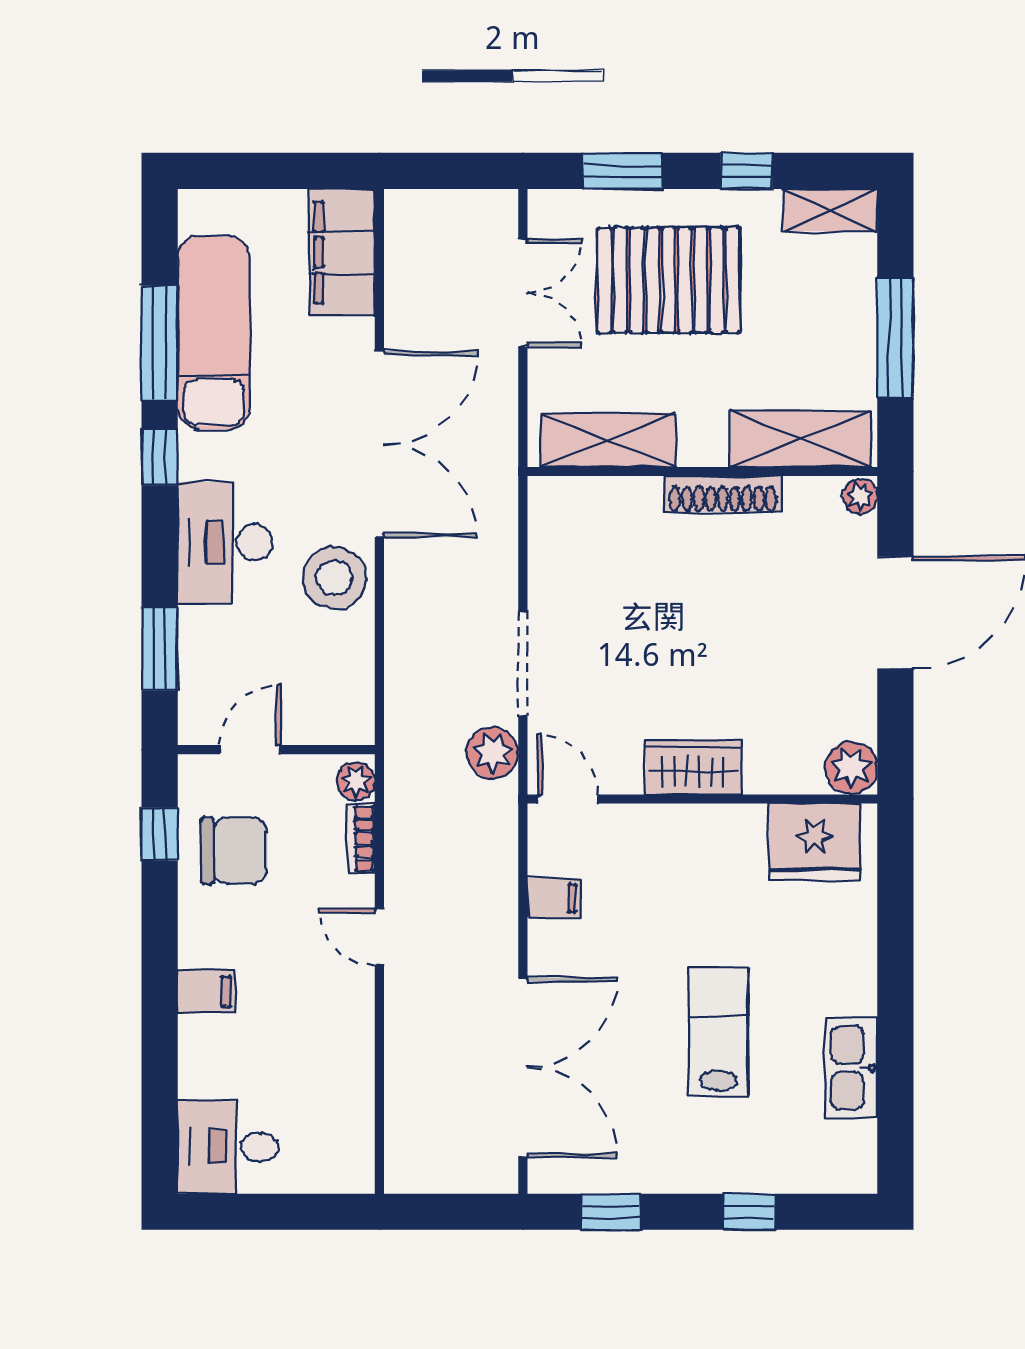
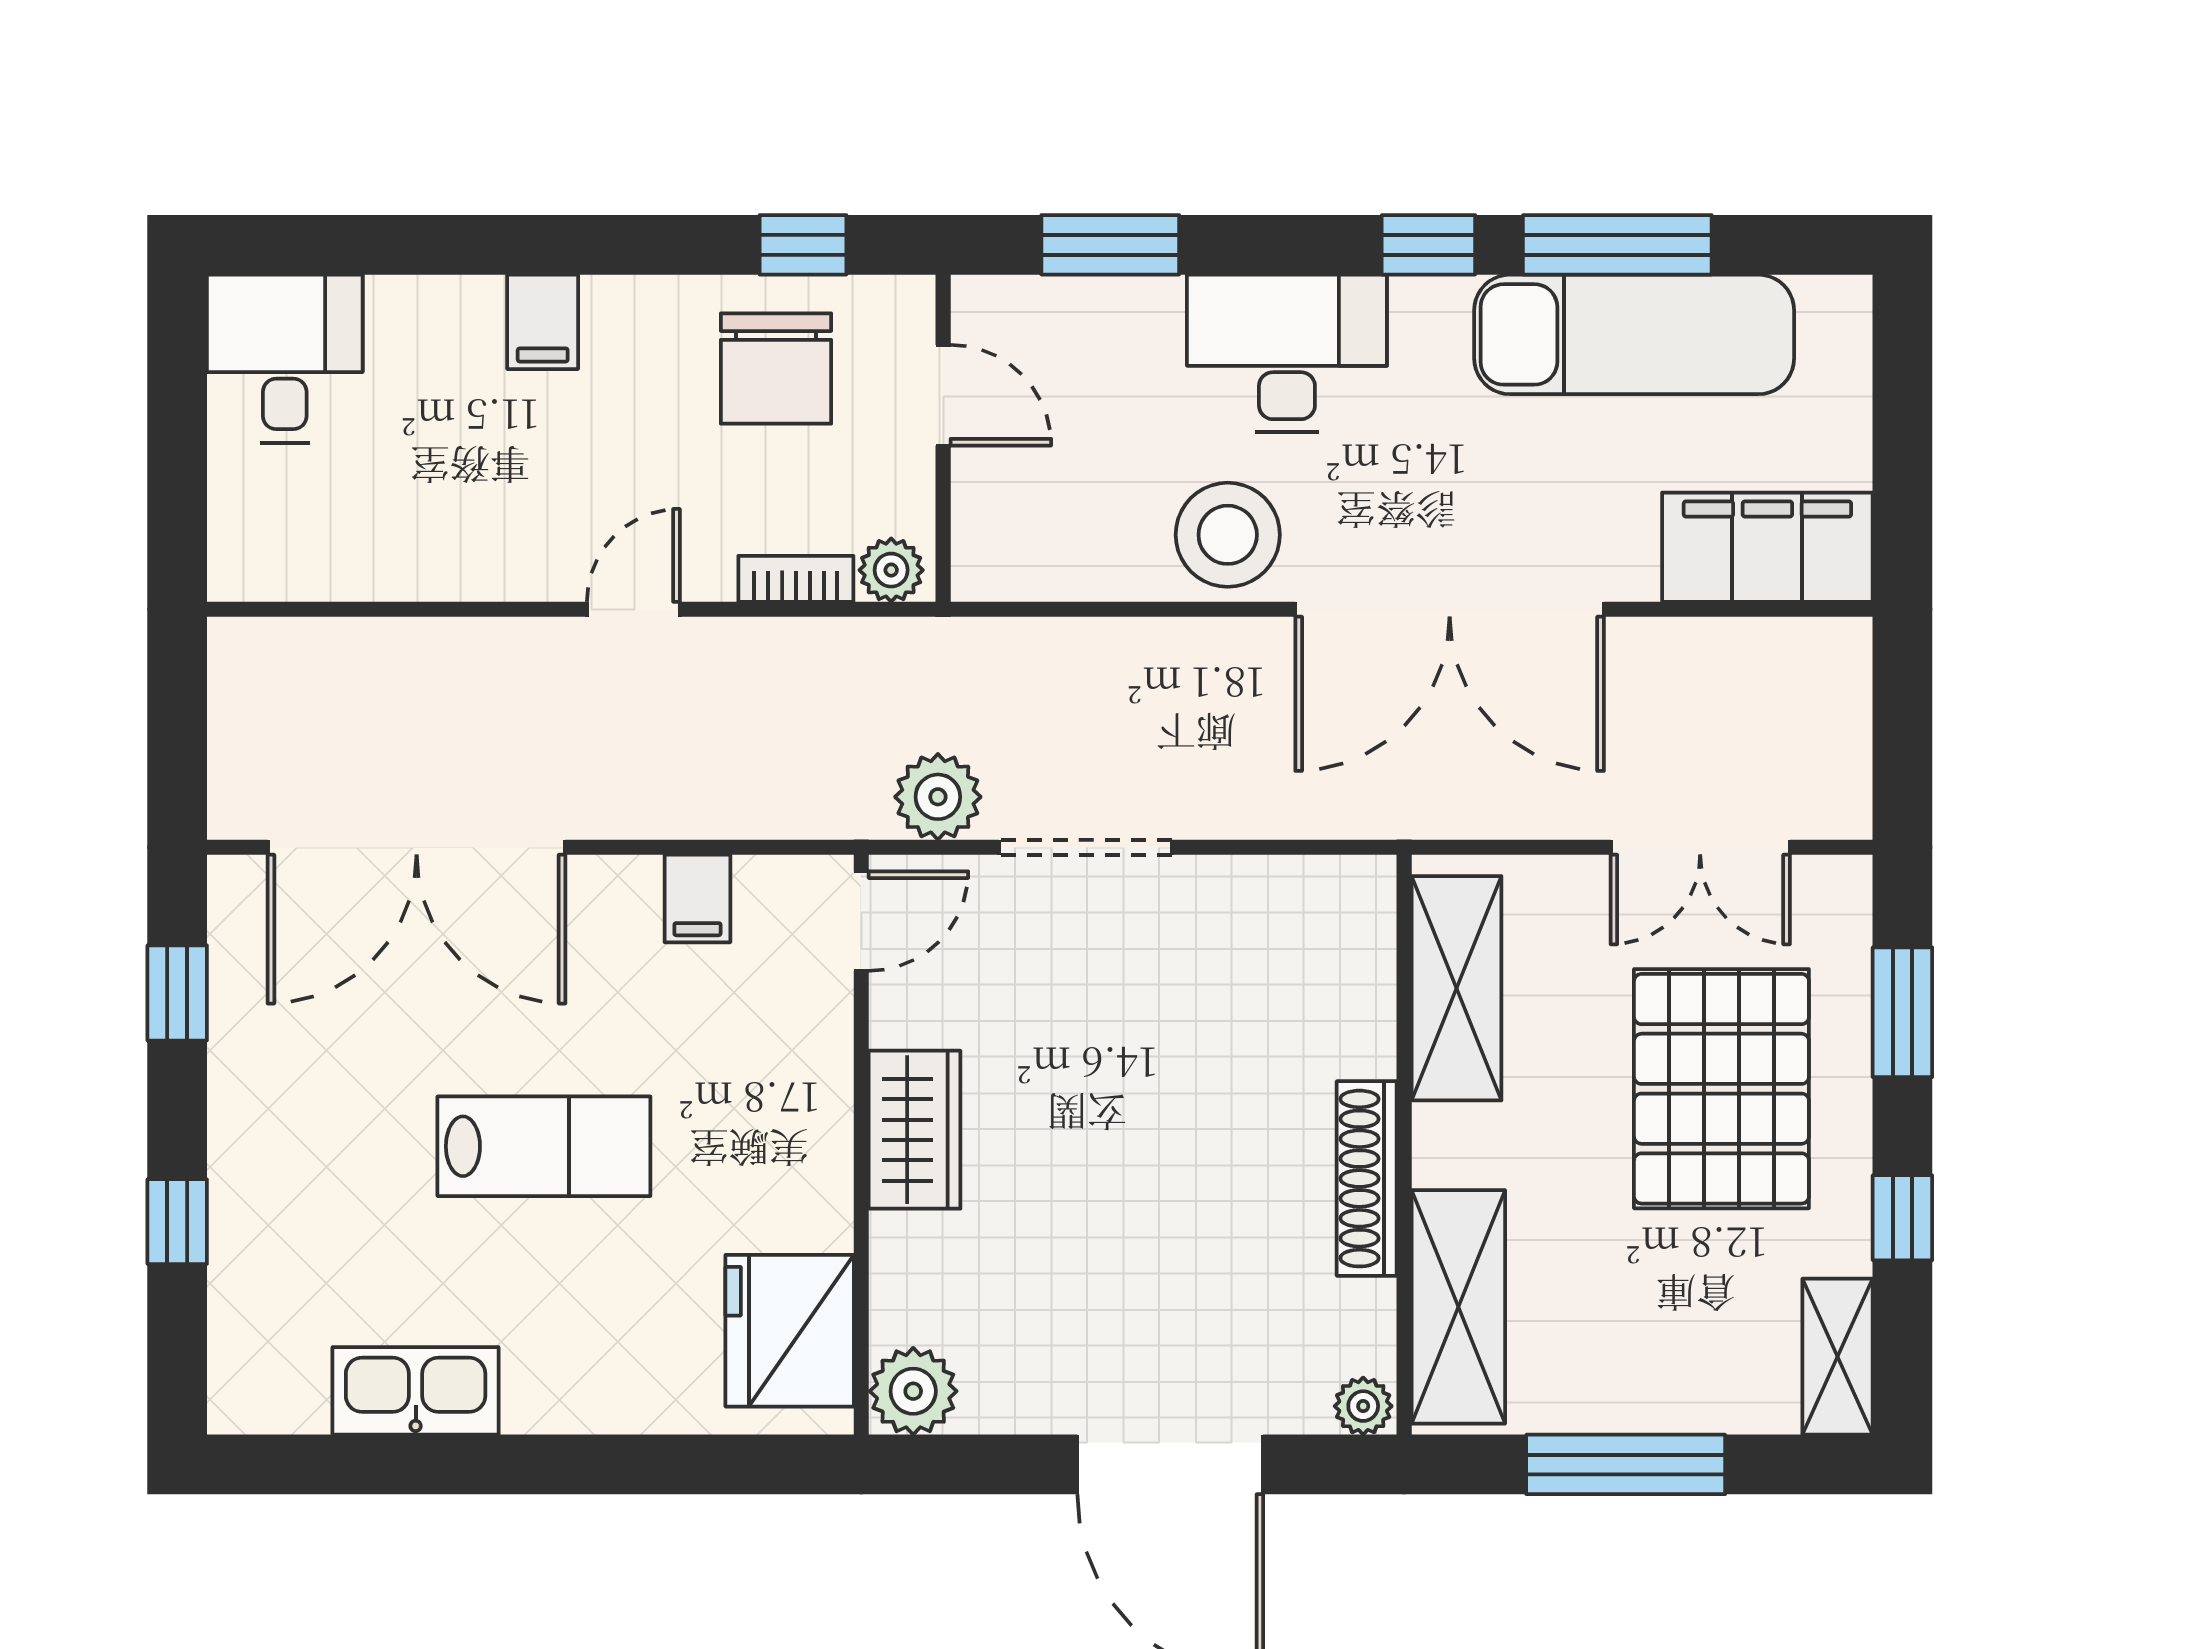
lab bench: (718, 1032) -> (544, 1146), moved

